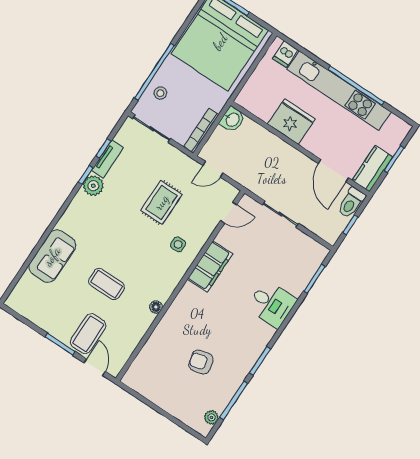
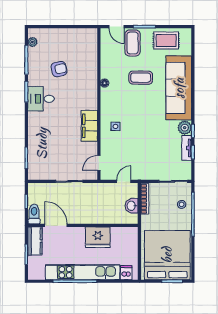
washbasin: (232, 119) -> (132, 206), moved
rug: (161, 202) -> (166, 40), moved, turned 90
sofa: (52, 256) -> (179, 88), width x1.85, depth x1.27
desk: (272, 304) -> (41, 99), moved

